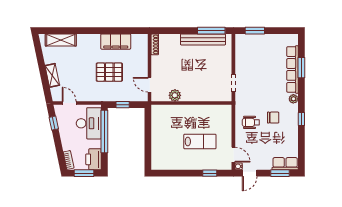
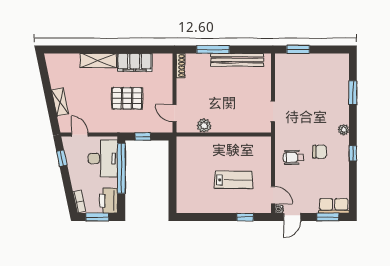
window: (211, 31) -> (213, 49), moved
shelving: (61, 40) -> (98, 60), moved
row of seats: (292, 69) -> (342, 95), removed

